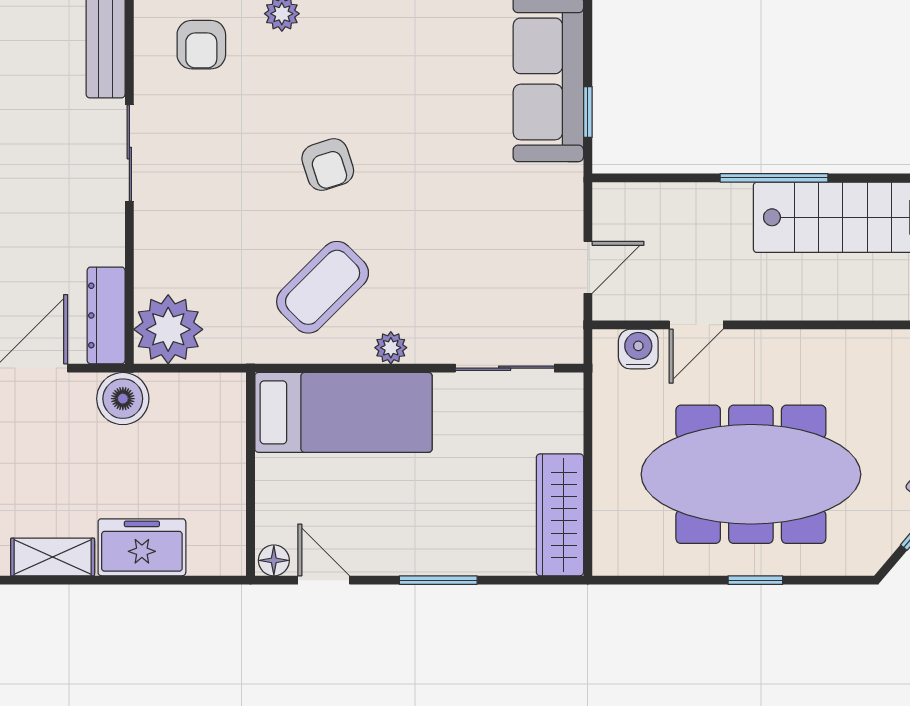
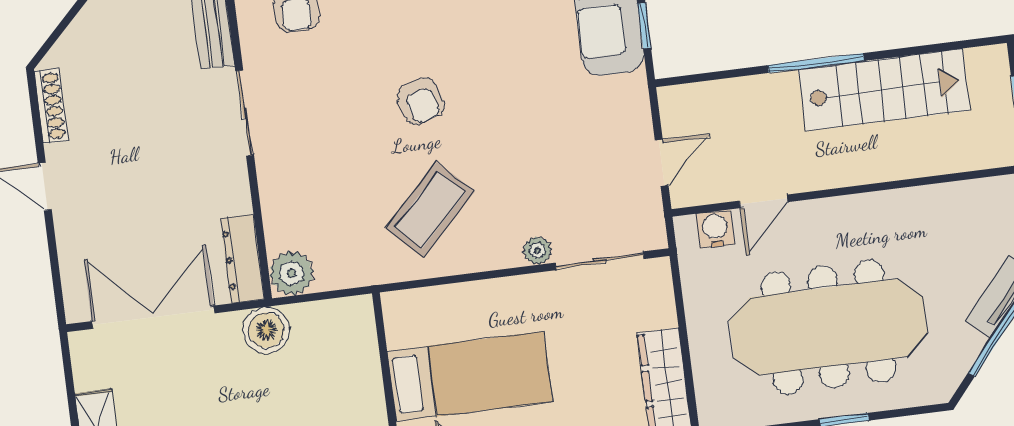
plant: (168, 329) -> (291, 273), width x0.73, depth x0.73
plant: (391, 348) -> (537, 250), moved
bed: (343, 412) -> (470, 376), moved

